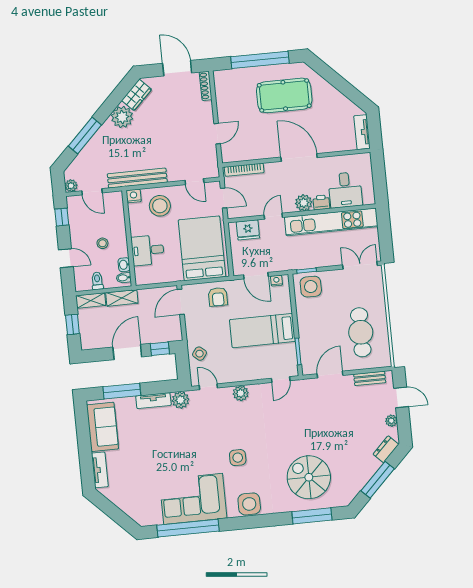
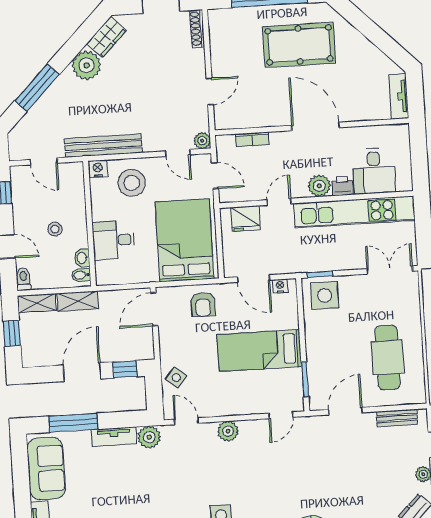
bookcase: (244, 170) -> (252, 139), width x0.64
plant: (71, 186) -> (202, 141), moved
toilet: (97, 281) -> (23, 279), moved

